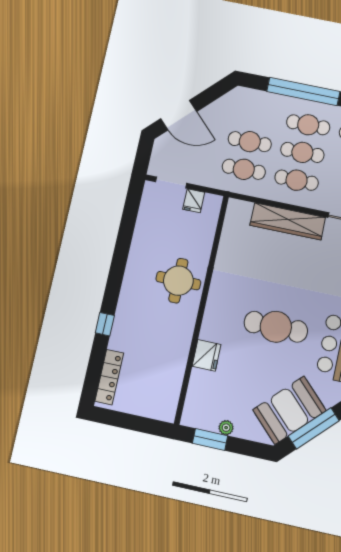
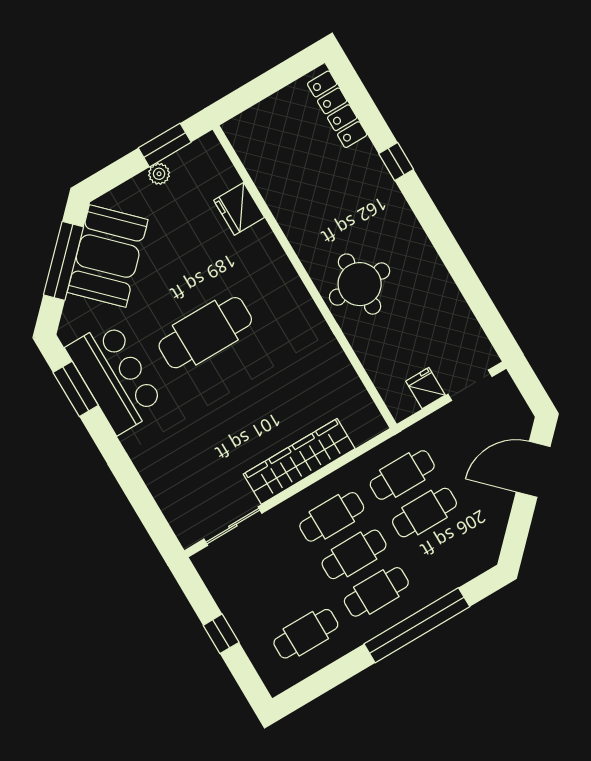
fridge: (206, 355) -> (239, 209), moved

